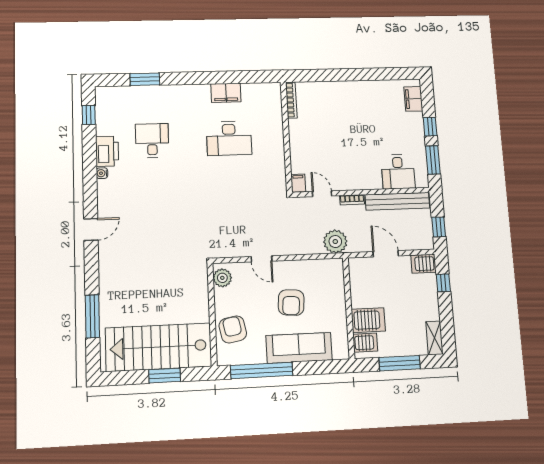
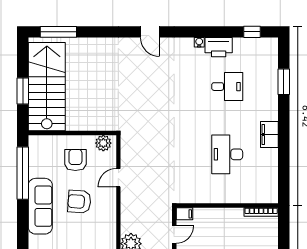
filing cabinet: (226, 93) -> (269, 135), moved
window: (92, 316) -> (58, 32), moved
armchair: (233, 329) -> (75, 160), moved, turned -79

